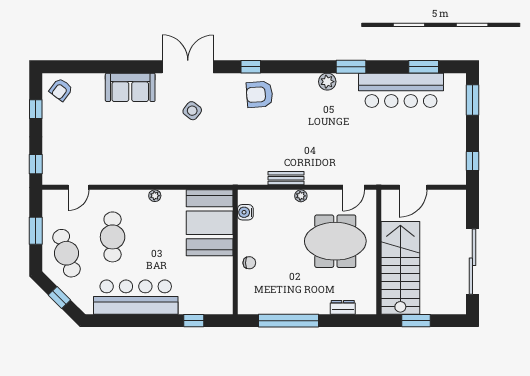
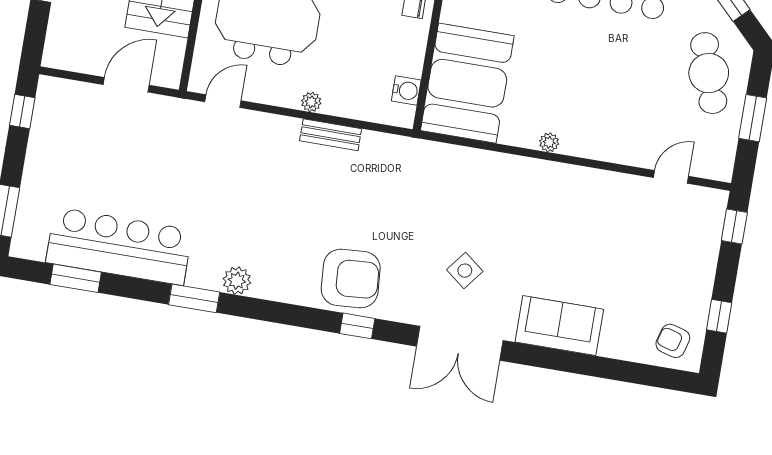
armchair: (61, 90) -> (673, 341), turned -112
armchair: (260, 94) -> (351, 279), width x1.36, depth x1.36
cafe table: (113, 237) -> (629, 87), removed

